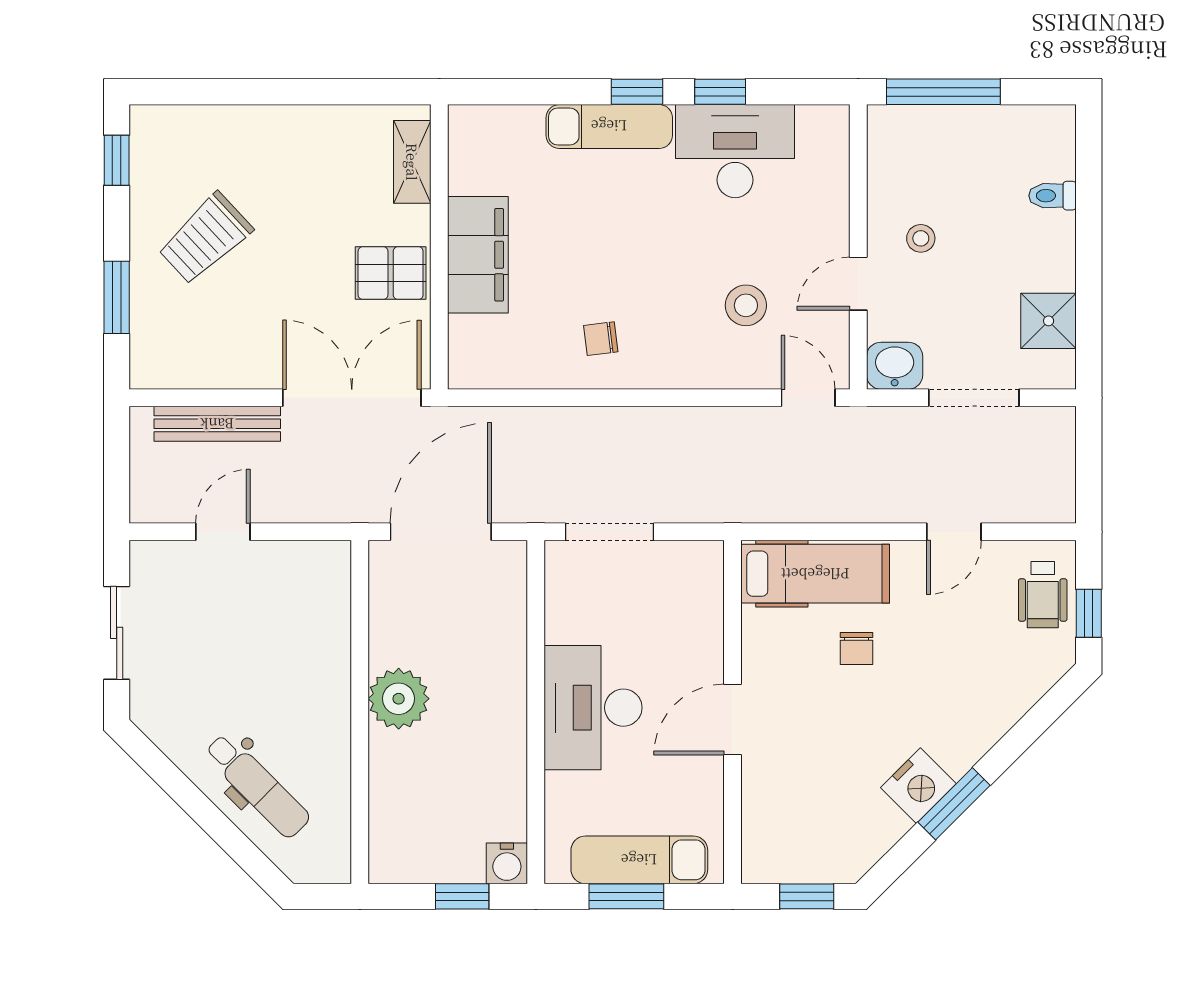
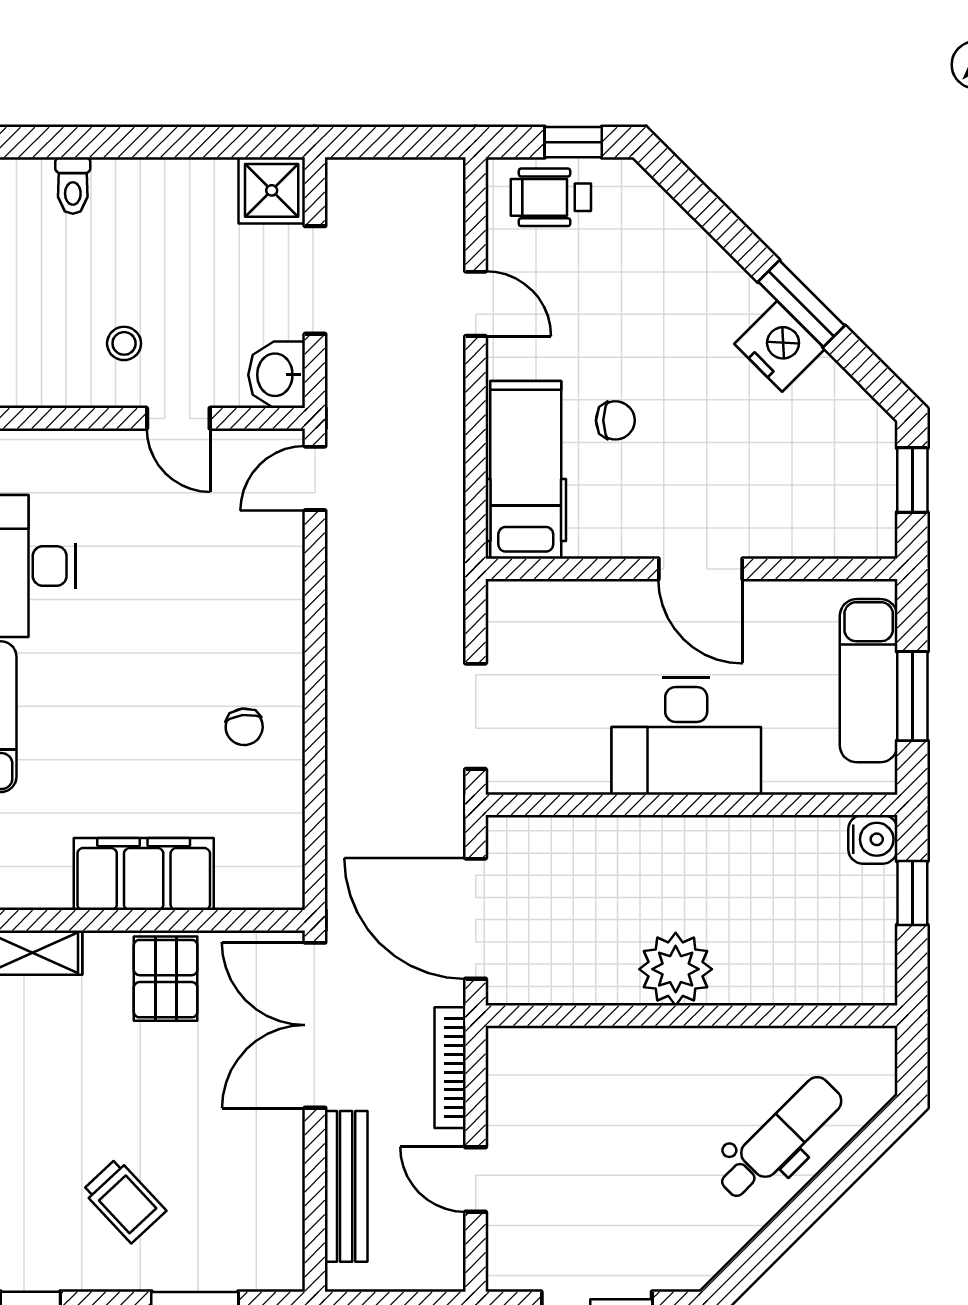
trolley: (205, 238) -> (124, 1201), width x0.73, depth x0.72
stool: (746, 305) -> (204, 553), removed
shower: (1049, 321) -> (272, 190), moved
bookcase: (316, 510) -> (450, 1068), added
wheelchair: (1043, 595) -> (551, 197), turned 180

